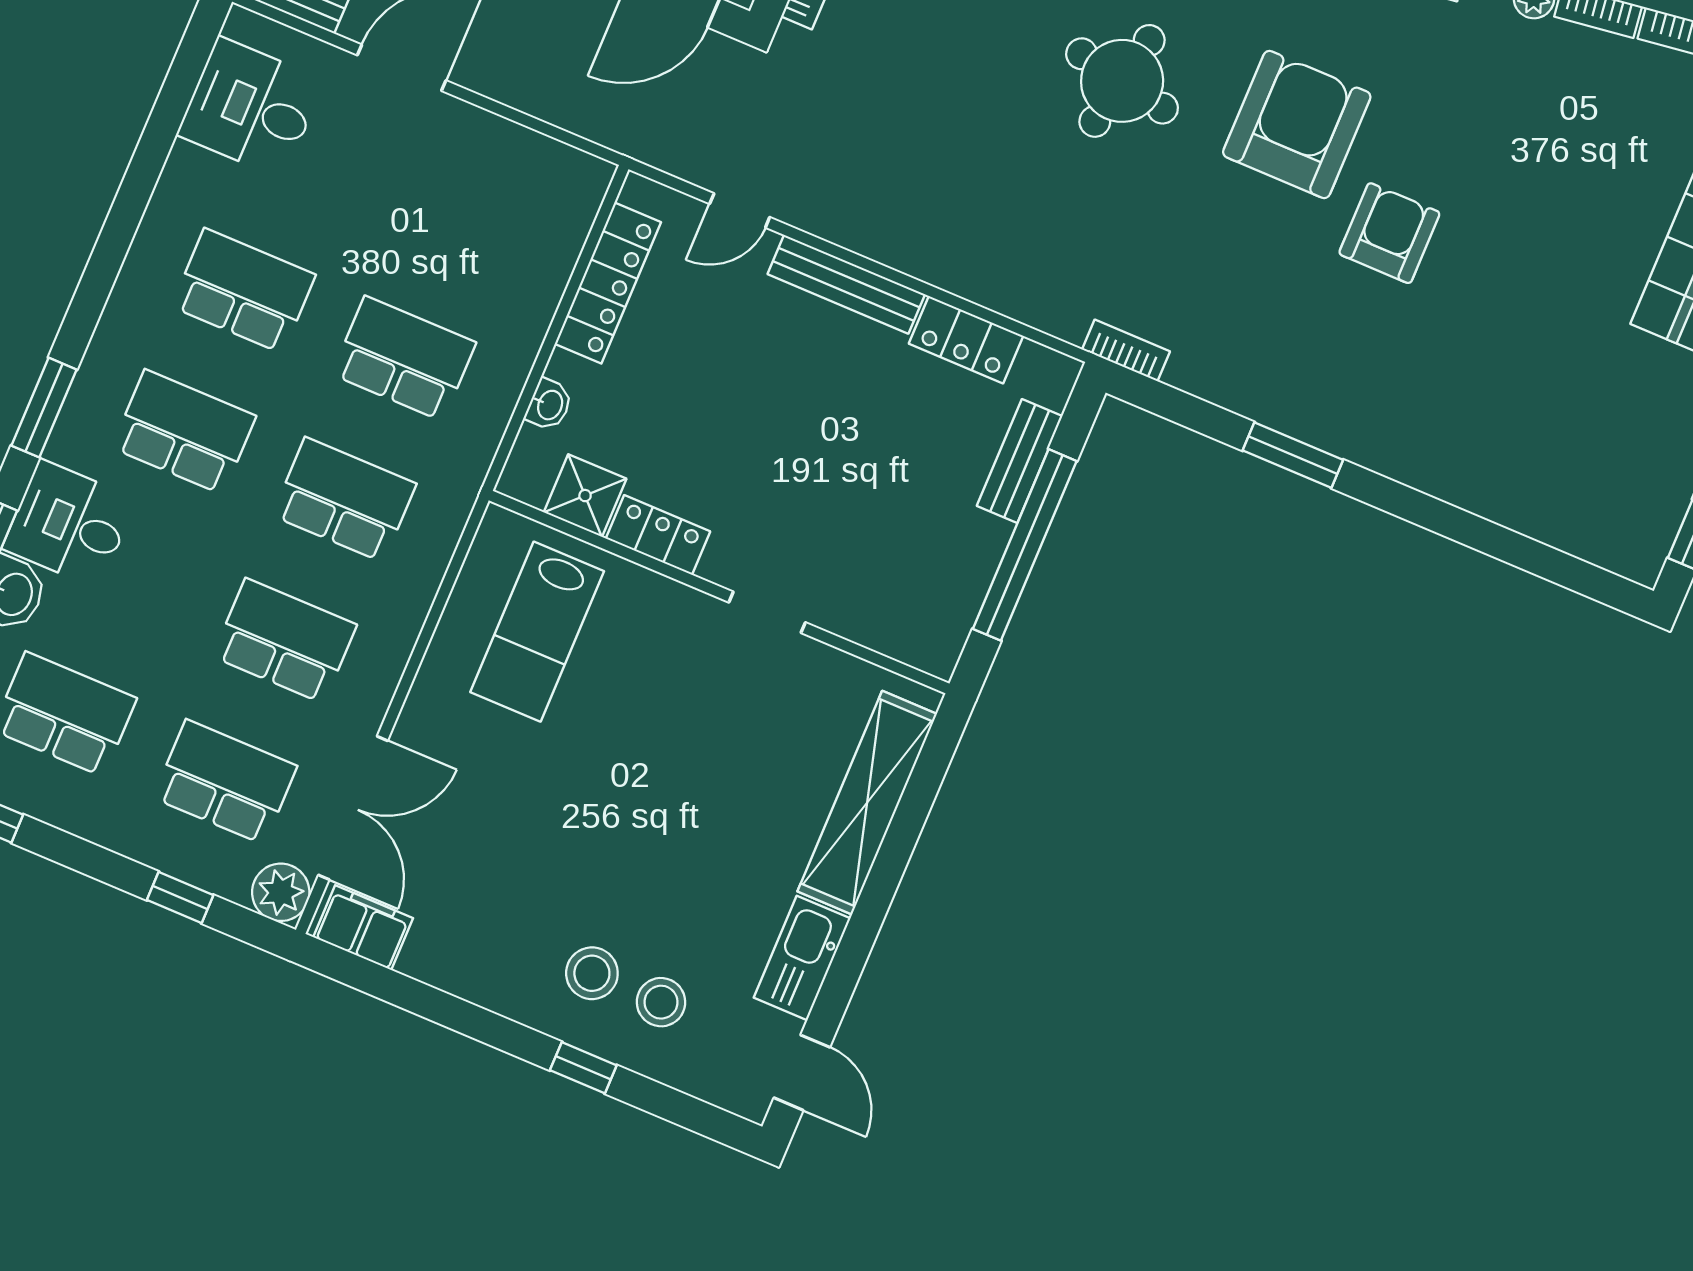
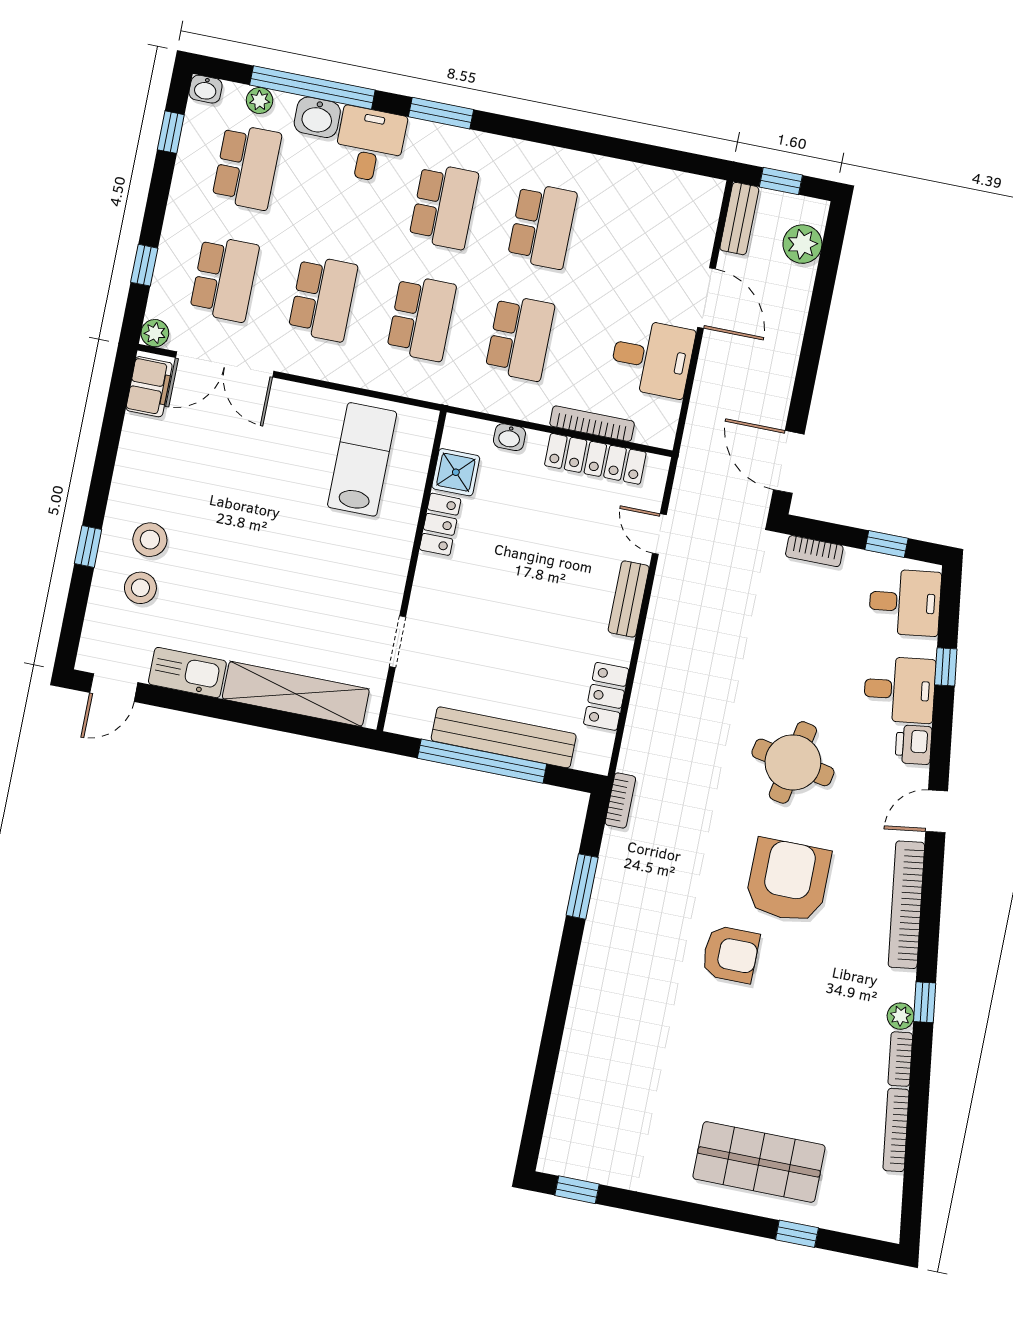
desk: (251, 108) -> (652, 358), moved, turned 90
armchair: (1297, 125) -> (788, 880), turned -90
bookcase: (554, 277) -> (592, 424), added
bench: (846, 284) -> (629, 599), width x0.73
window: (1293, 455) -> (582, 886), moved
bench: (1020, 461) -> (504, 737), width x1.86, depth x1.21
doorway: (767, 612) -> (397, 642), moved
lab bench: (537, 632) -> (362, 459), turned 90
plant: (281, 892) -> (155, 333), width x0.73, depth x0.73

